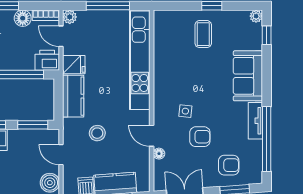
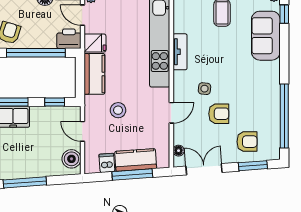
sofa: (248, 76) -> (266, 36), moved
tv unit: (255, 121) -> (180, 52), moved, turned 180
window: (33, 125) -> (55, 102), width x0.67
door: (152, 136) -> (171, 113), swing flipped
floor lamp: (159, 154) -> (179, 151), moved

